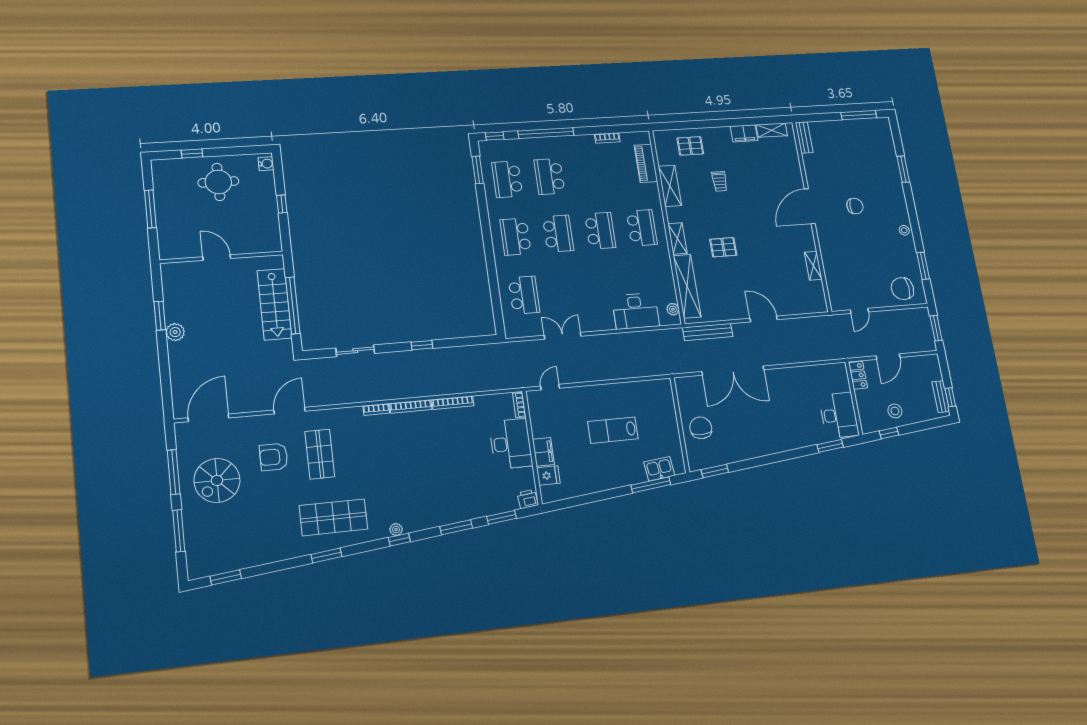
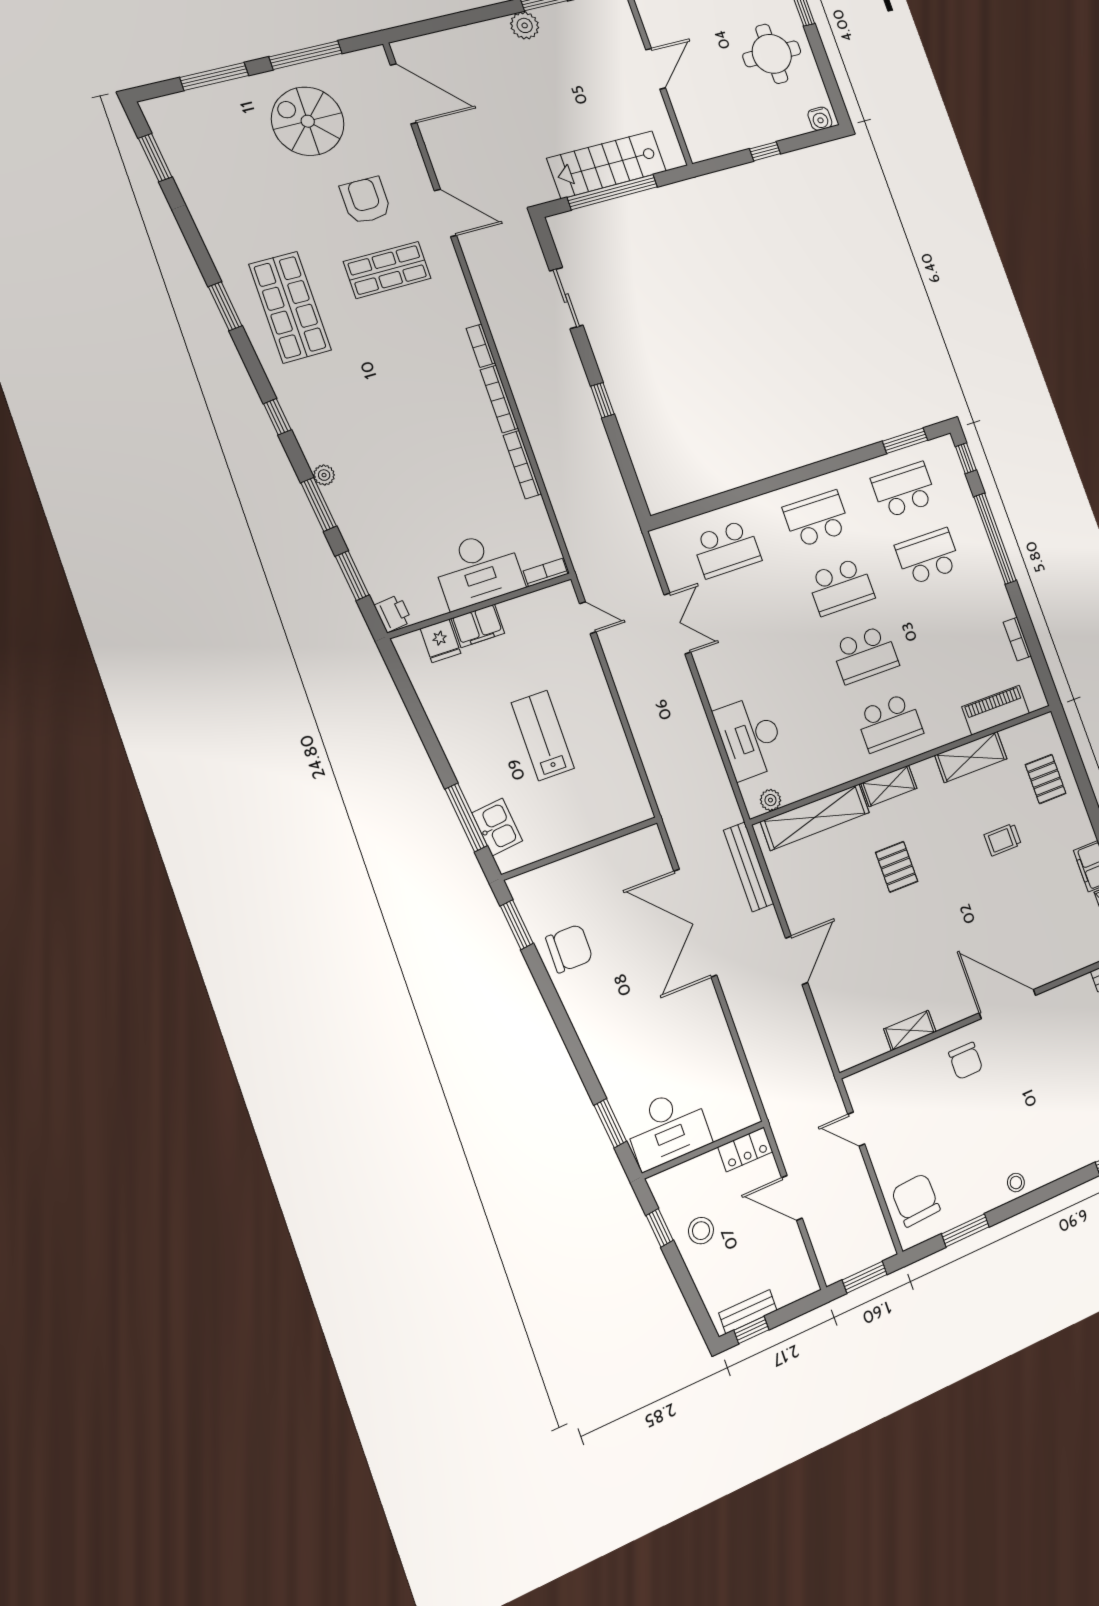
chair: (855, 206) -> (966, 1061), moved
chair: (701, 428) -> (569, 949), moved
plant: (396, 530) -> (324, 475), moved

